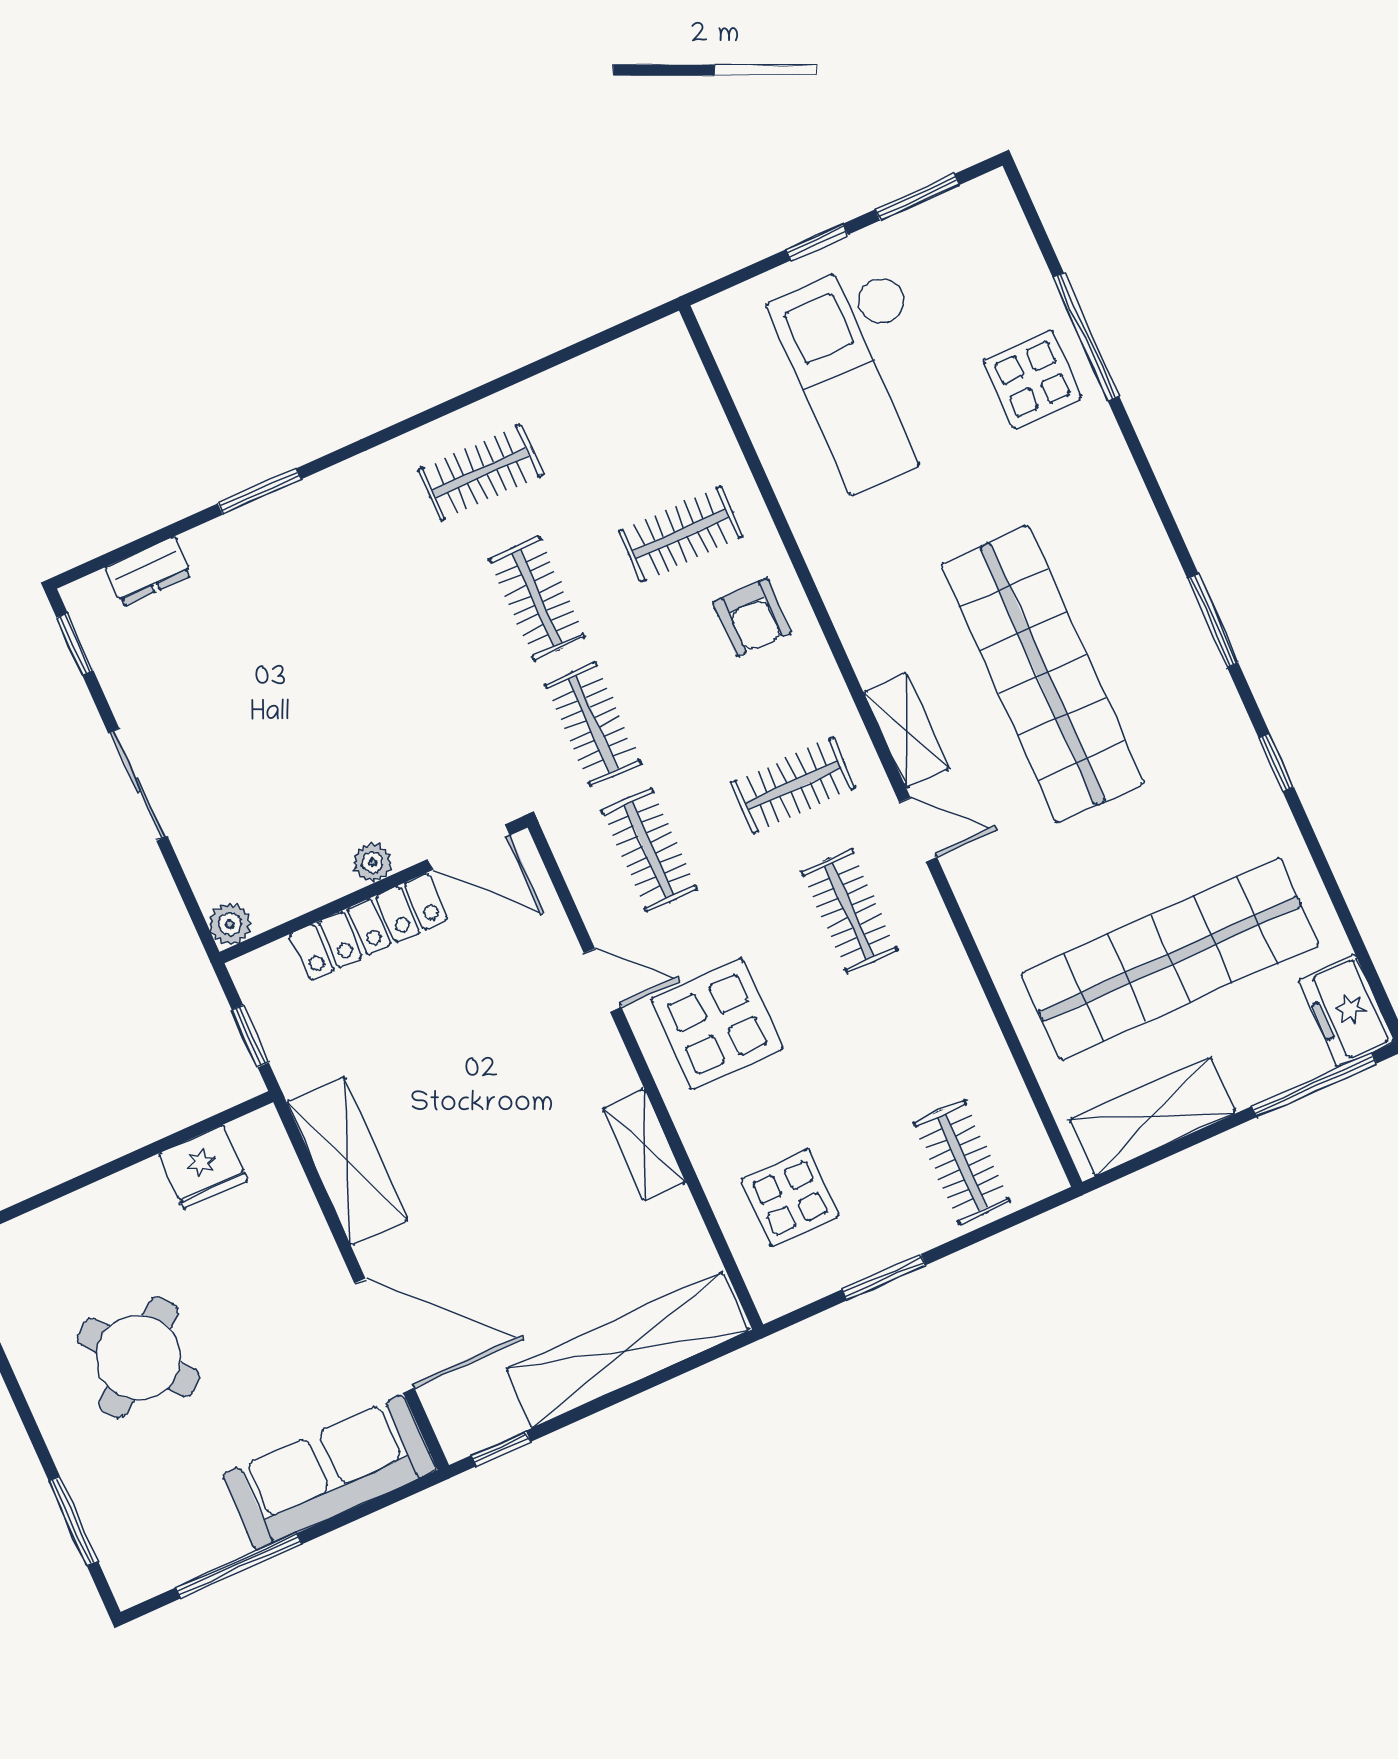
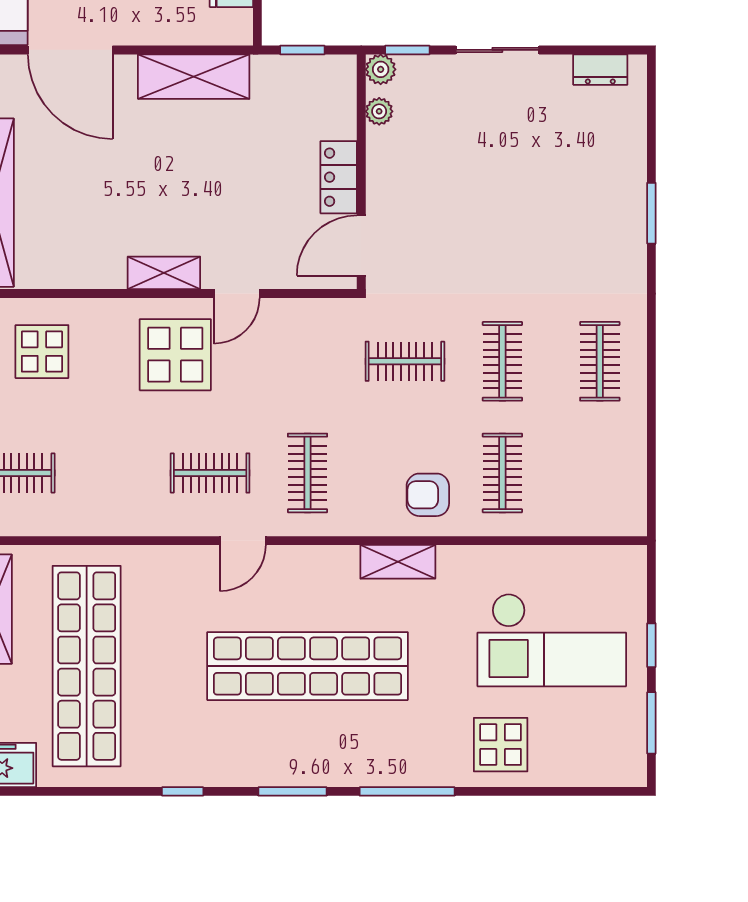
window: (1086, 337) -> (407, 791), moved
checkout: (868, 374) -> (552, 640), turned 180
dresser: (148, 571) -> (600, 70), moved, turned -90
clothes rail: (537, 598) -> (502, 361), turned 90
window: (75, 644) -> (407, 50), moved
shelving: (906, 731) -> (398, 562), moved
clothes rail: (649, 850) -> (308, 361), removed
plant: (372, 863) -> (379, 111), moved
locker: (369, 927) -> (339, 177), width x0.66
shelving: (644, 1145) -> (164, 273), moved
door: (384, 1336) -> (70, 50), hinge flipped

